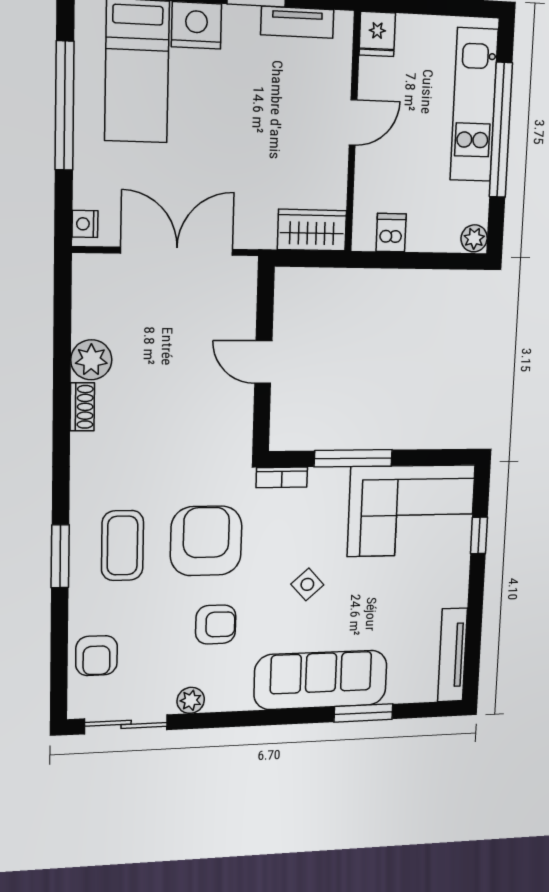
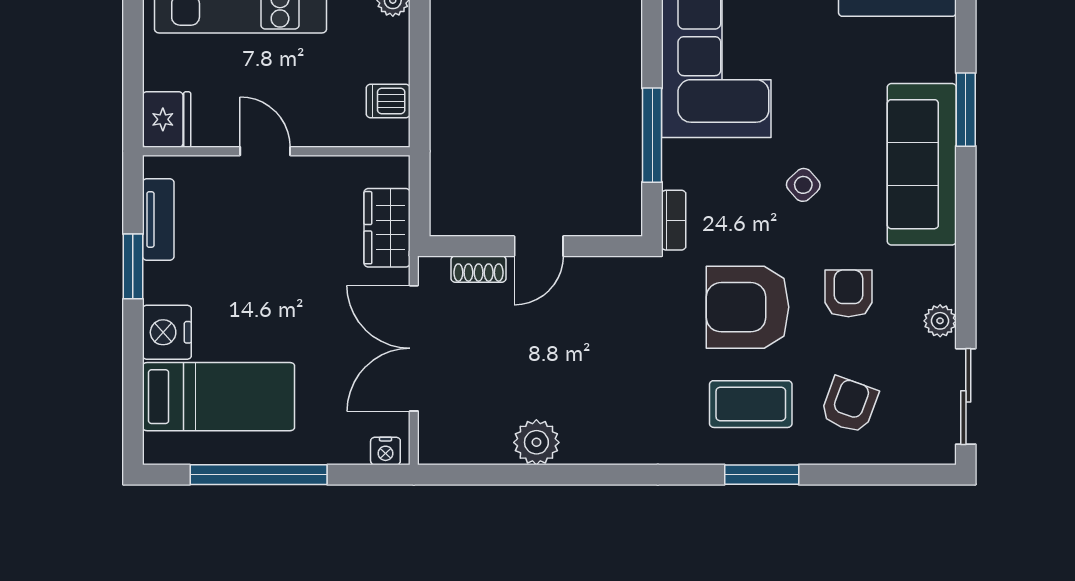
fridge: (377, 34) -> (167, 119), width x1.38
wardrobe: (312, 230) -> (387, 228), moved
shoe rack: (82, 407) -> (479, 269), moved, turned 180
armchair: (97, 656) -> (849, 405), moved, turned -70

